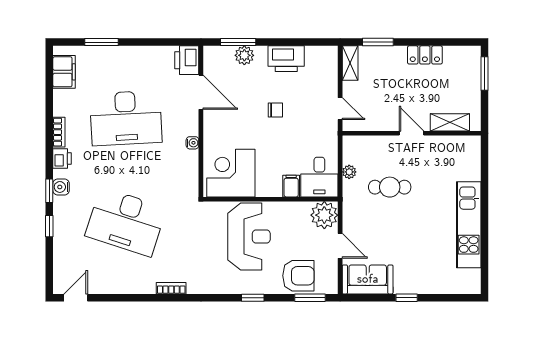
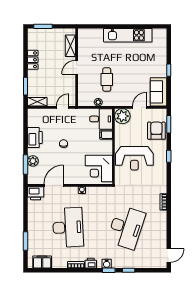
reception desk: (249, 237) -> (134, 158), turned 180
door: (76, 298) -> (169, 255), swing flipped

